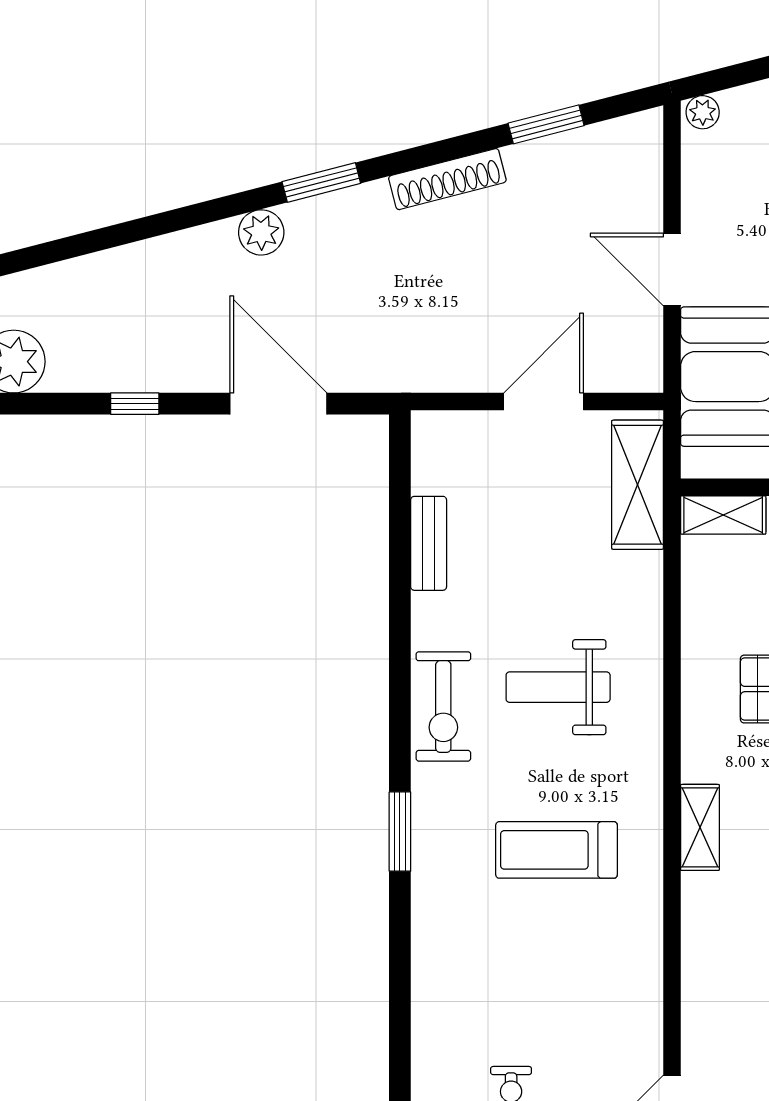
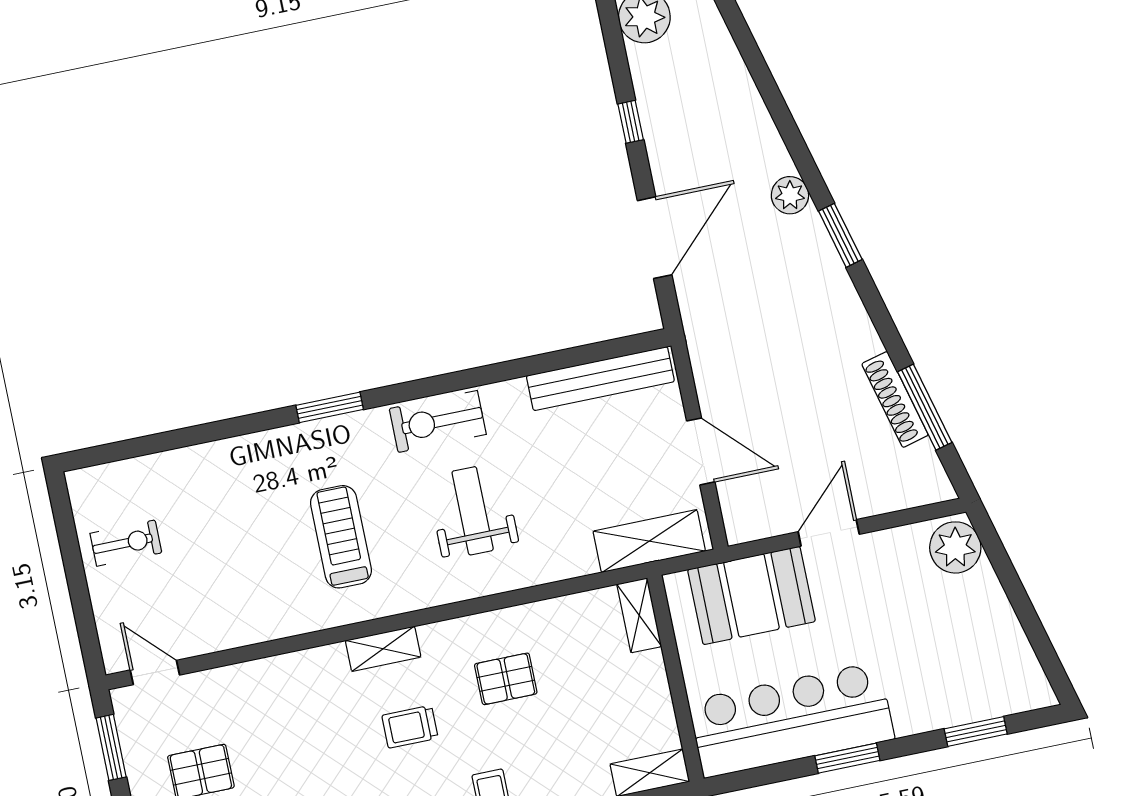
plant: (703, 112) -> (955, 547), width x1.87, depth x1.87
window: (546, 124) -> (925, 407), width x1.44
shoe rack: (447, 179) -> (895, 399), moved
bench: (429, 543) -> (600, 379), width x1.86, depth x1.21

